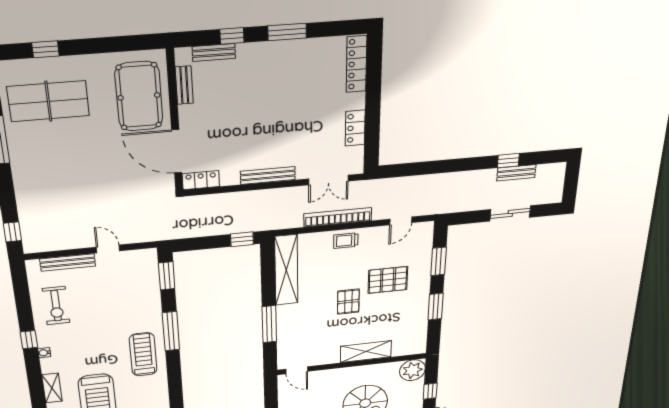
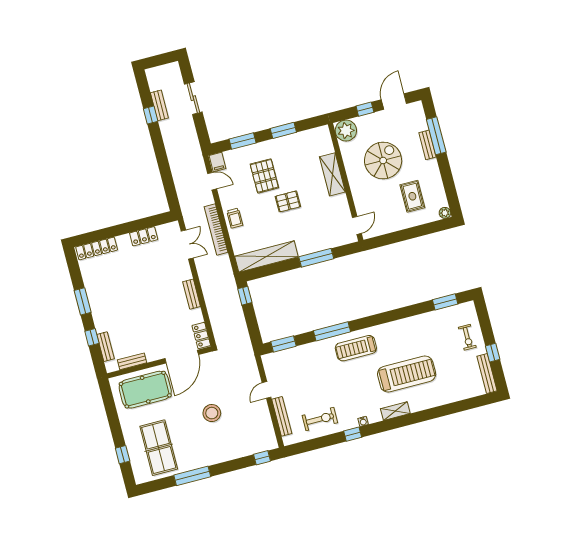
bench: (268, 175) -> (192, 294), width x0.73
stool: (88, 178) -> (212, 413), added
filing cabinet: (423, 230) -> (217, 162), added

